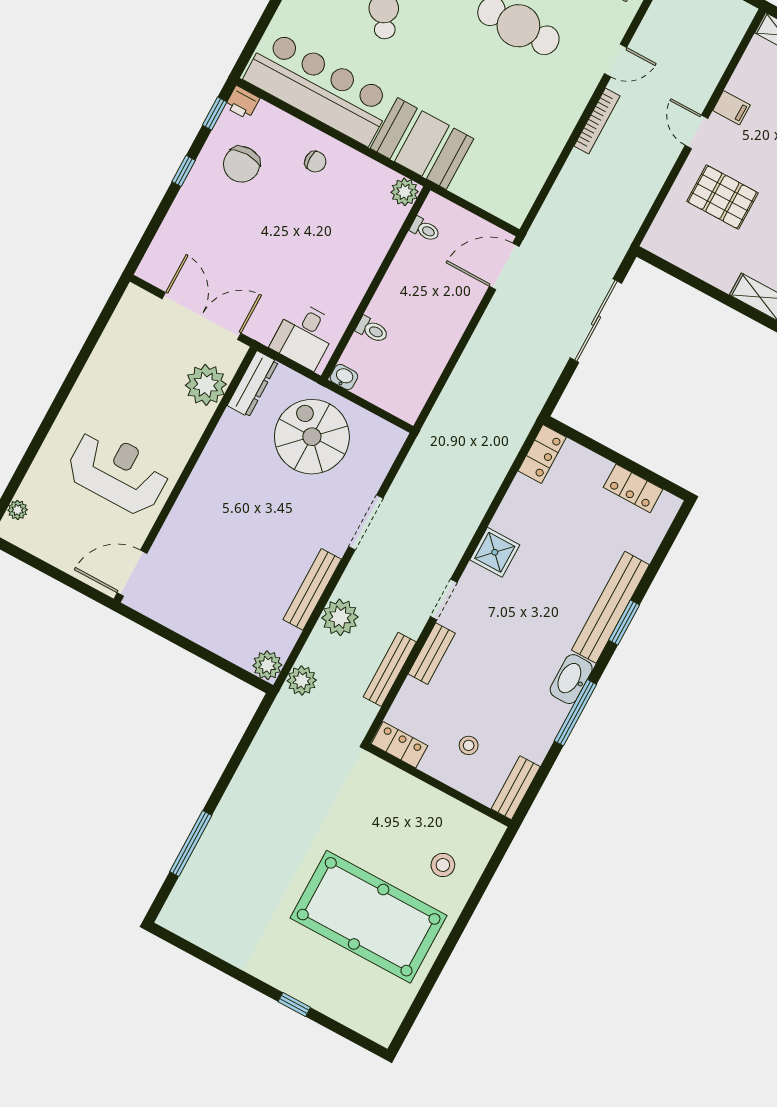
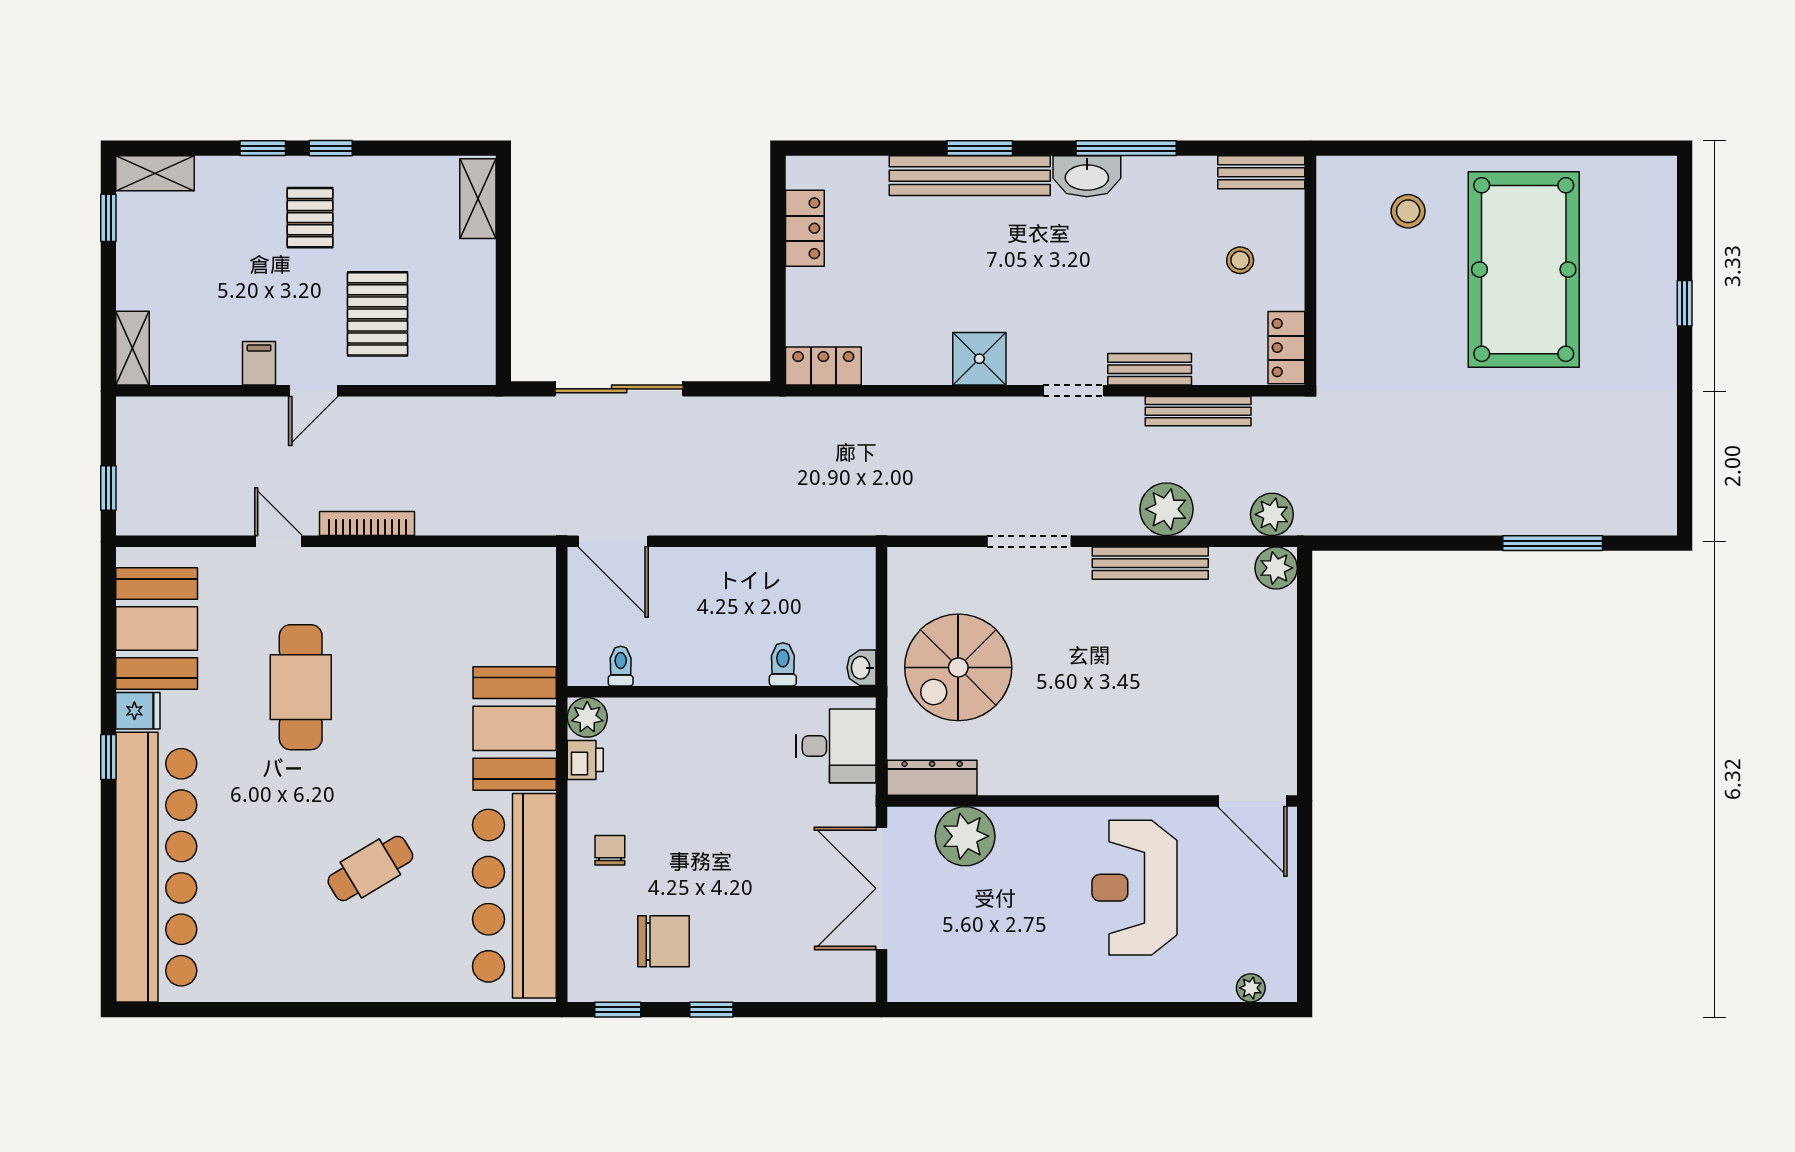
printer: (242, 102) -> (585, 760), moved

